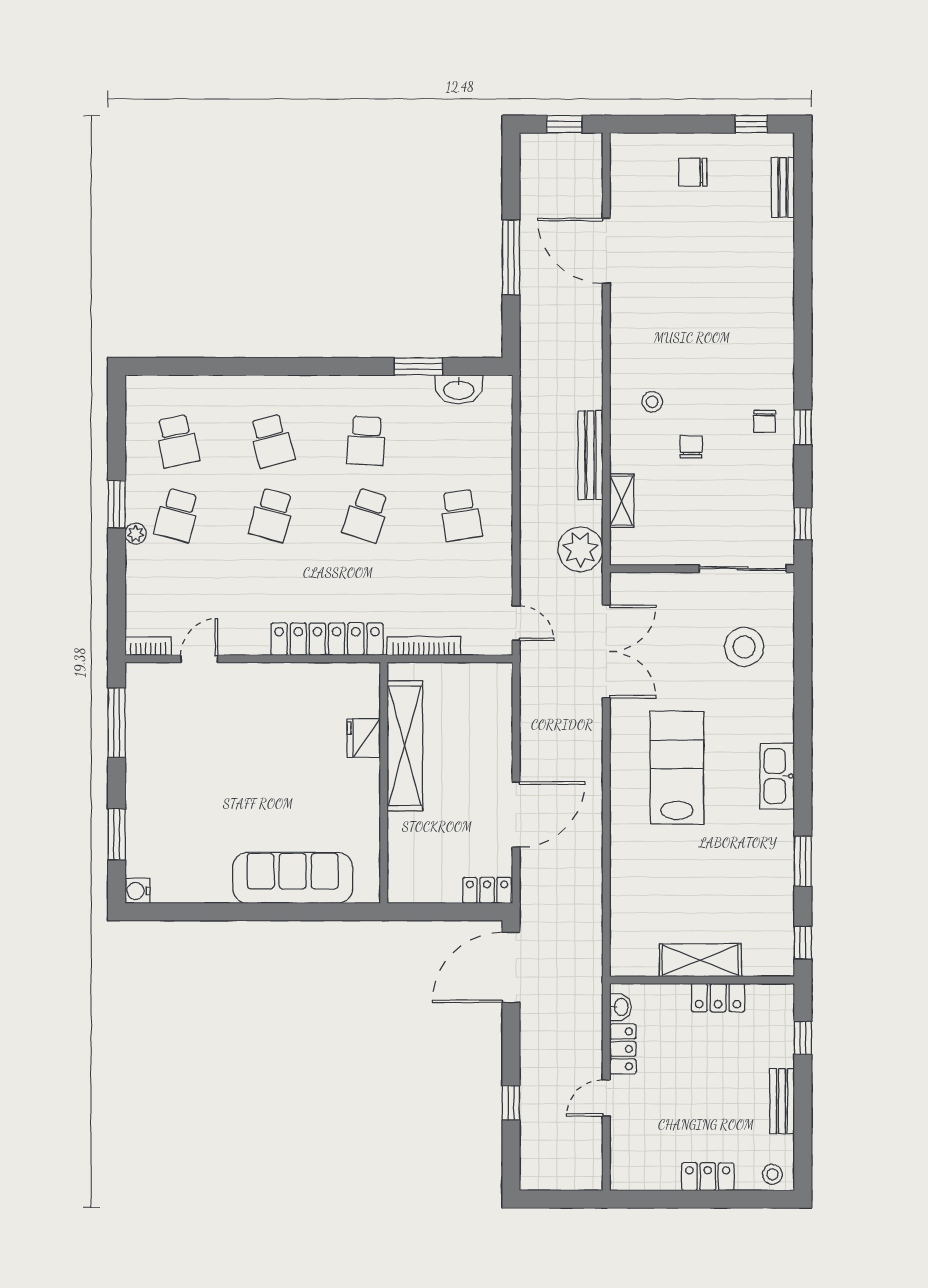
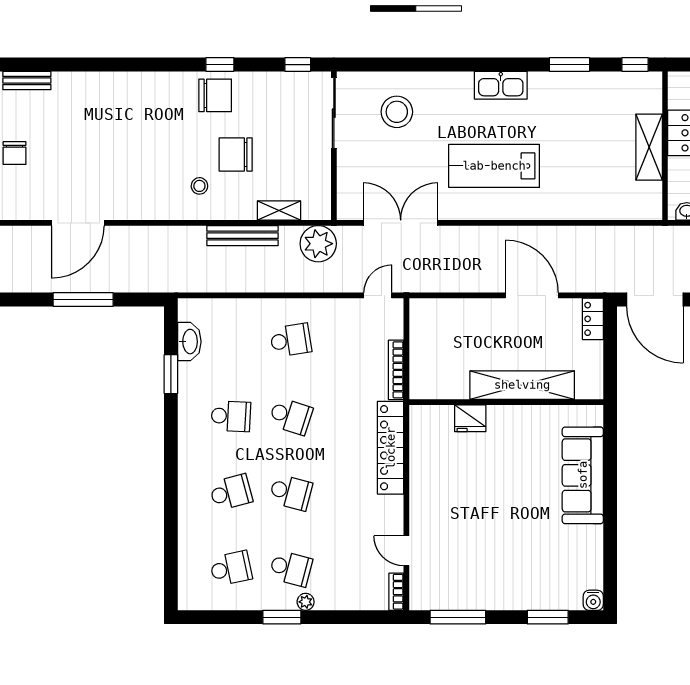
chair: (765, 421) -> (215, 95), width x1.87, depth x1.87
chair: (691, 447) -> (236, 154), width x1.87, depth x1.87
shelving: (405, 746) -> (522, 385), moved

